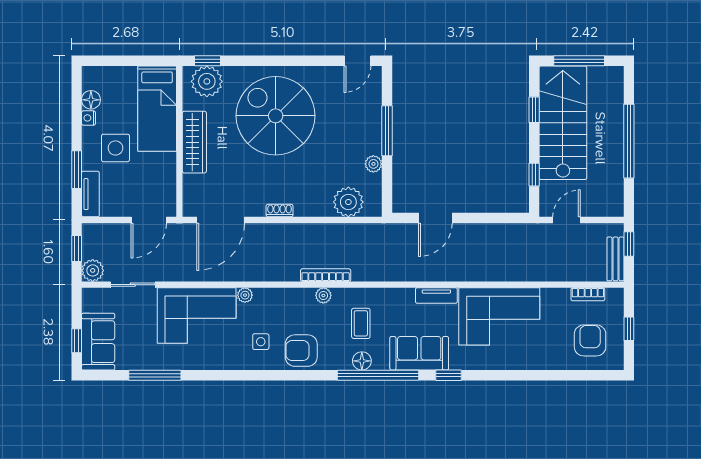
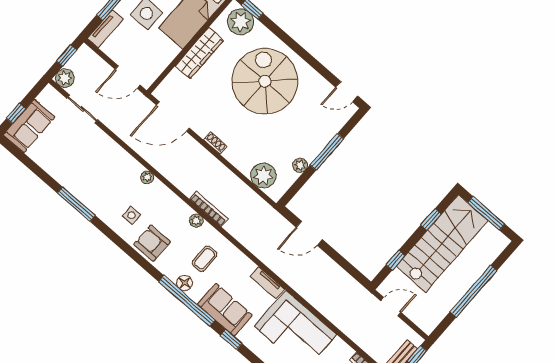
corner sofa: (197, 316) -> (105, 164), removed
window: (155, 375) -> (76, 204), moved

